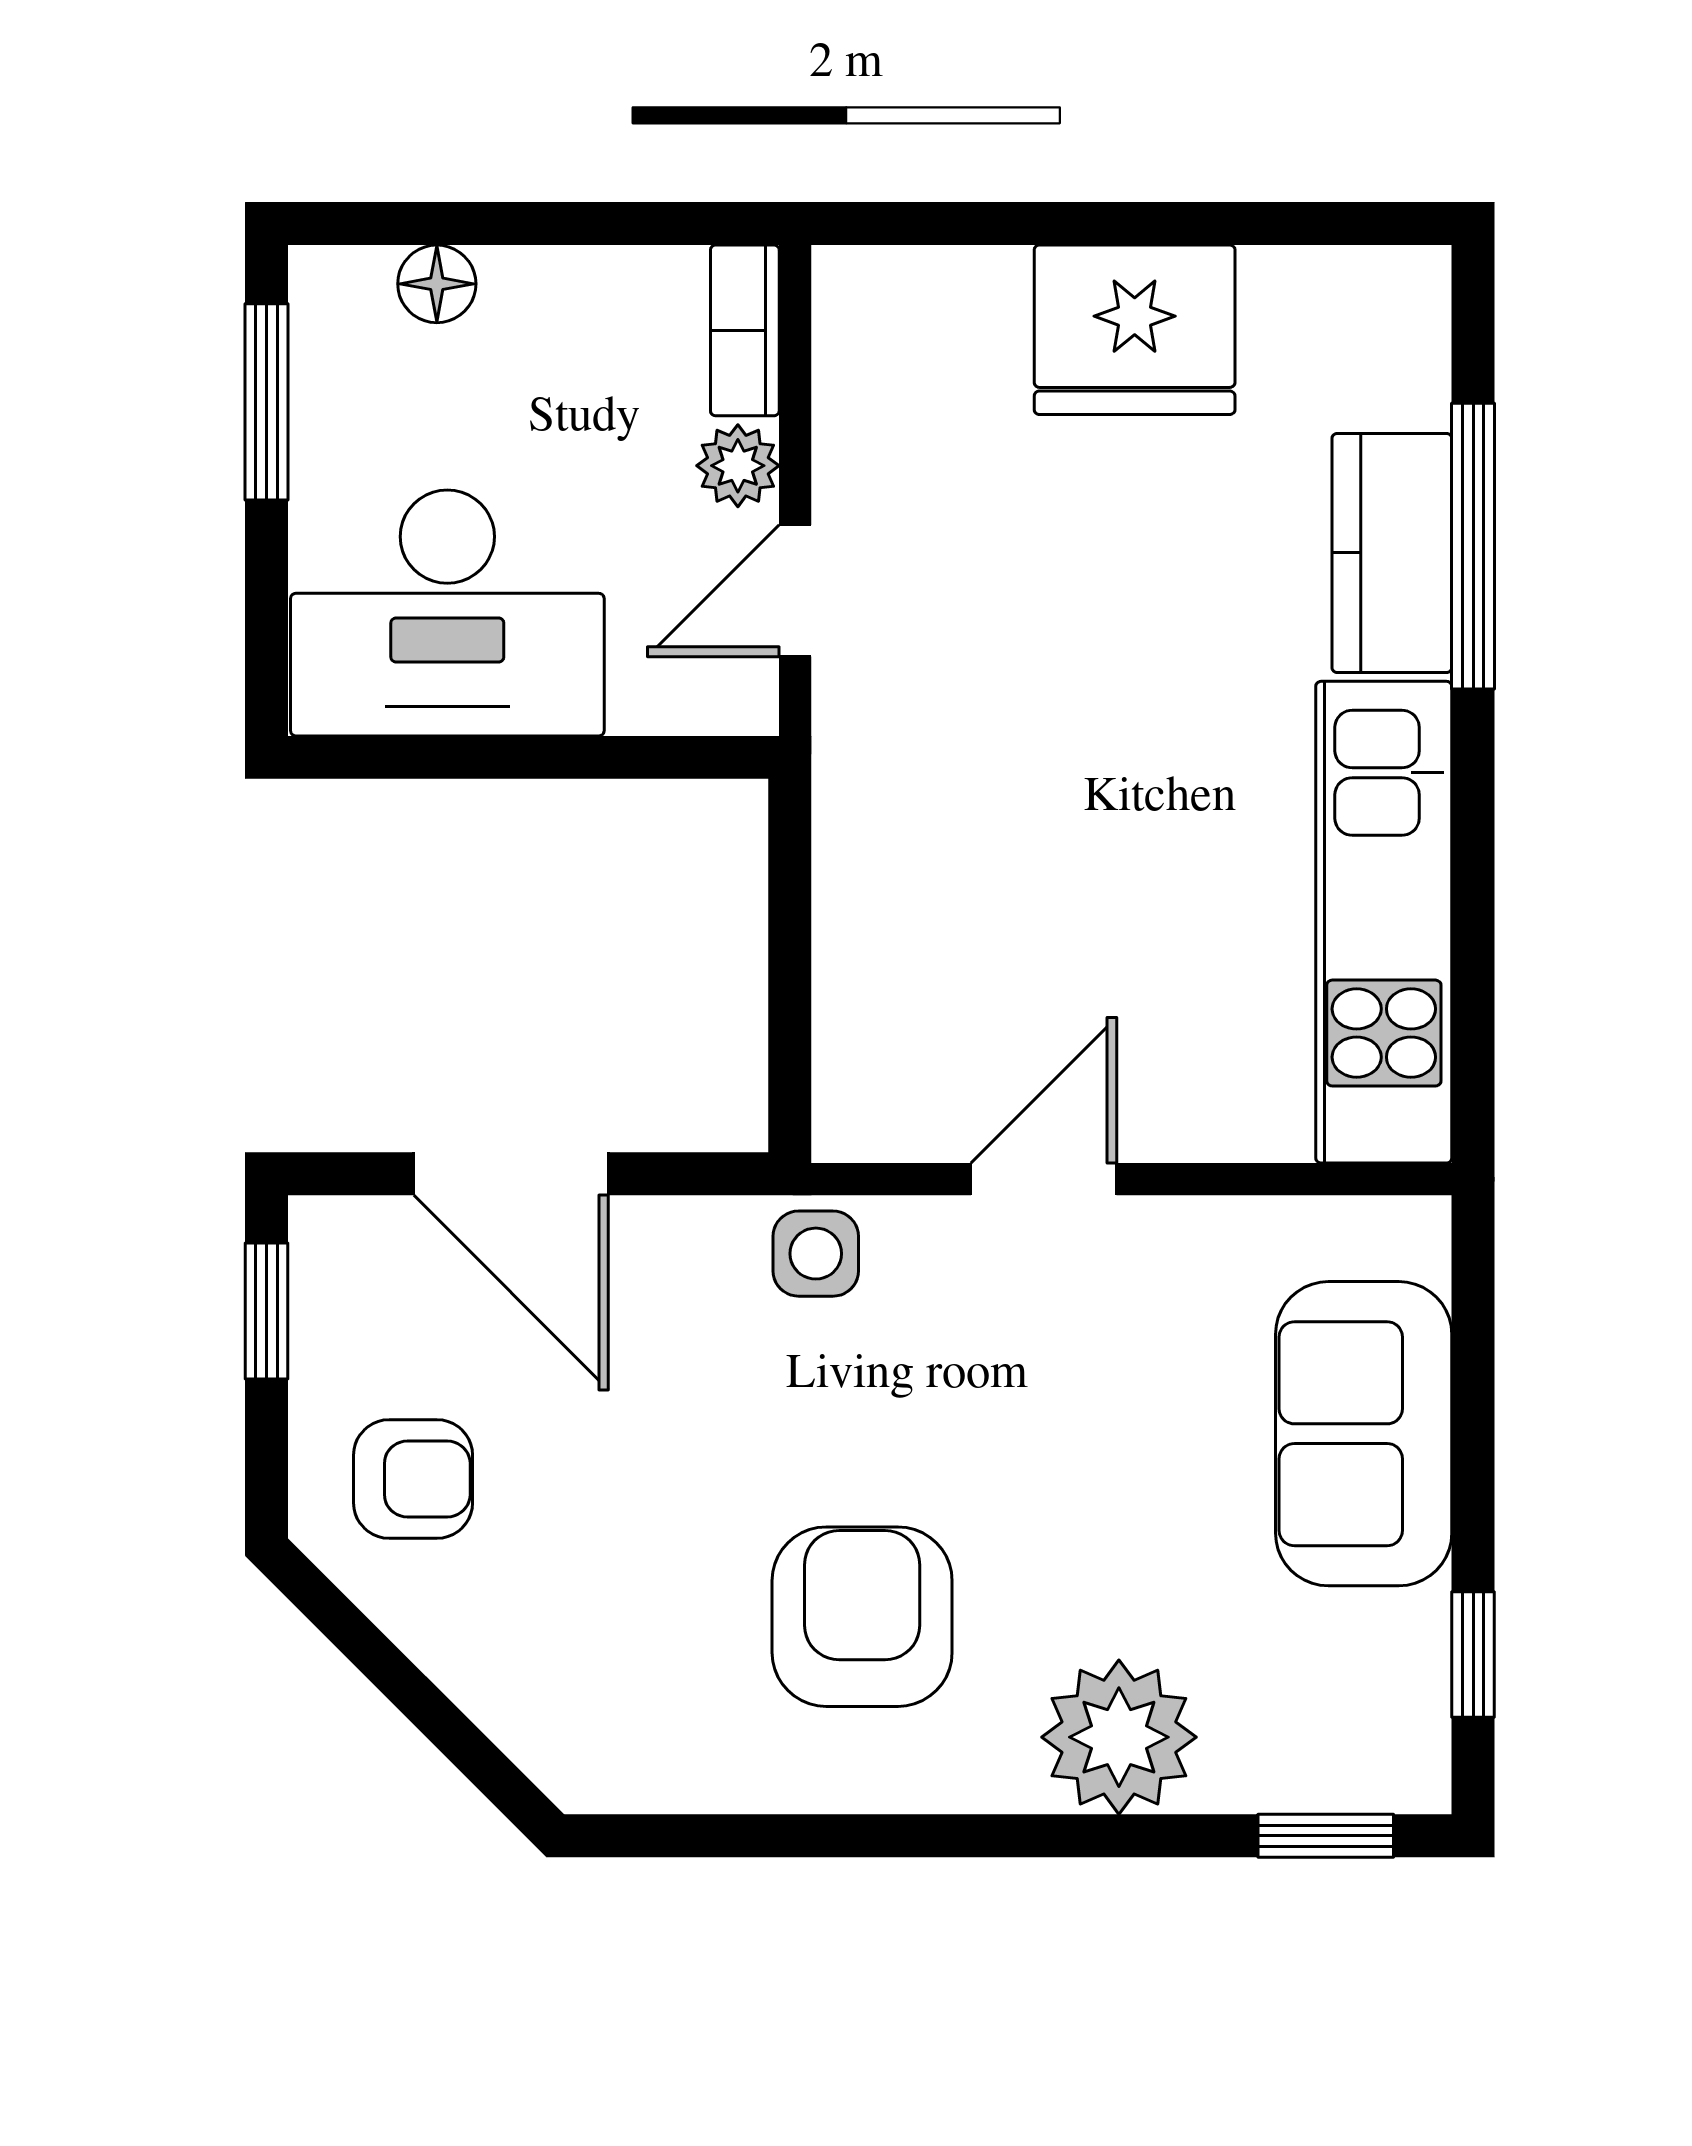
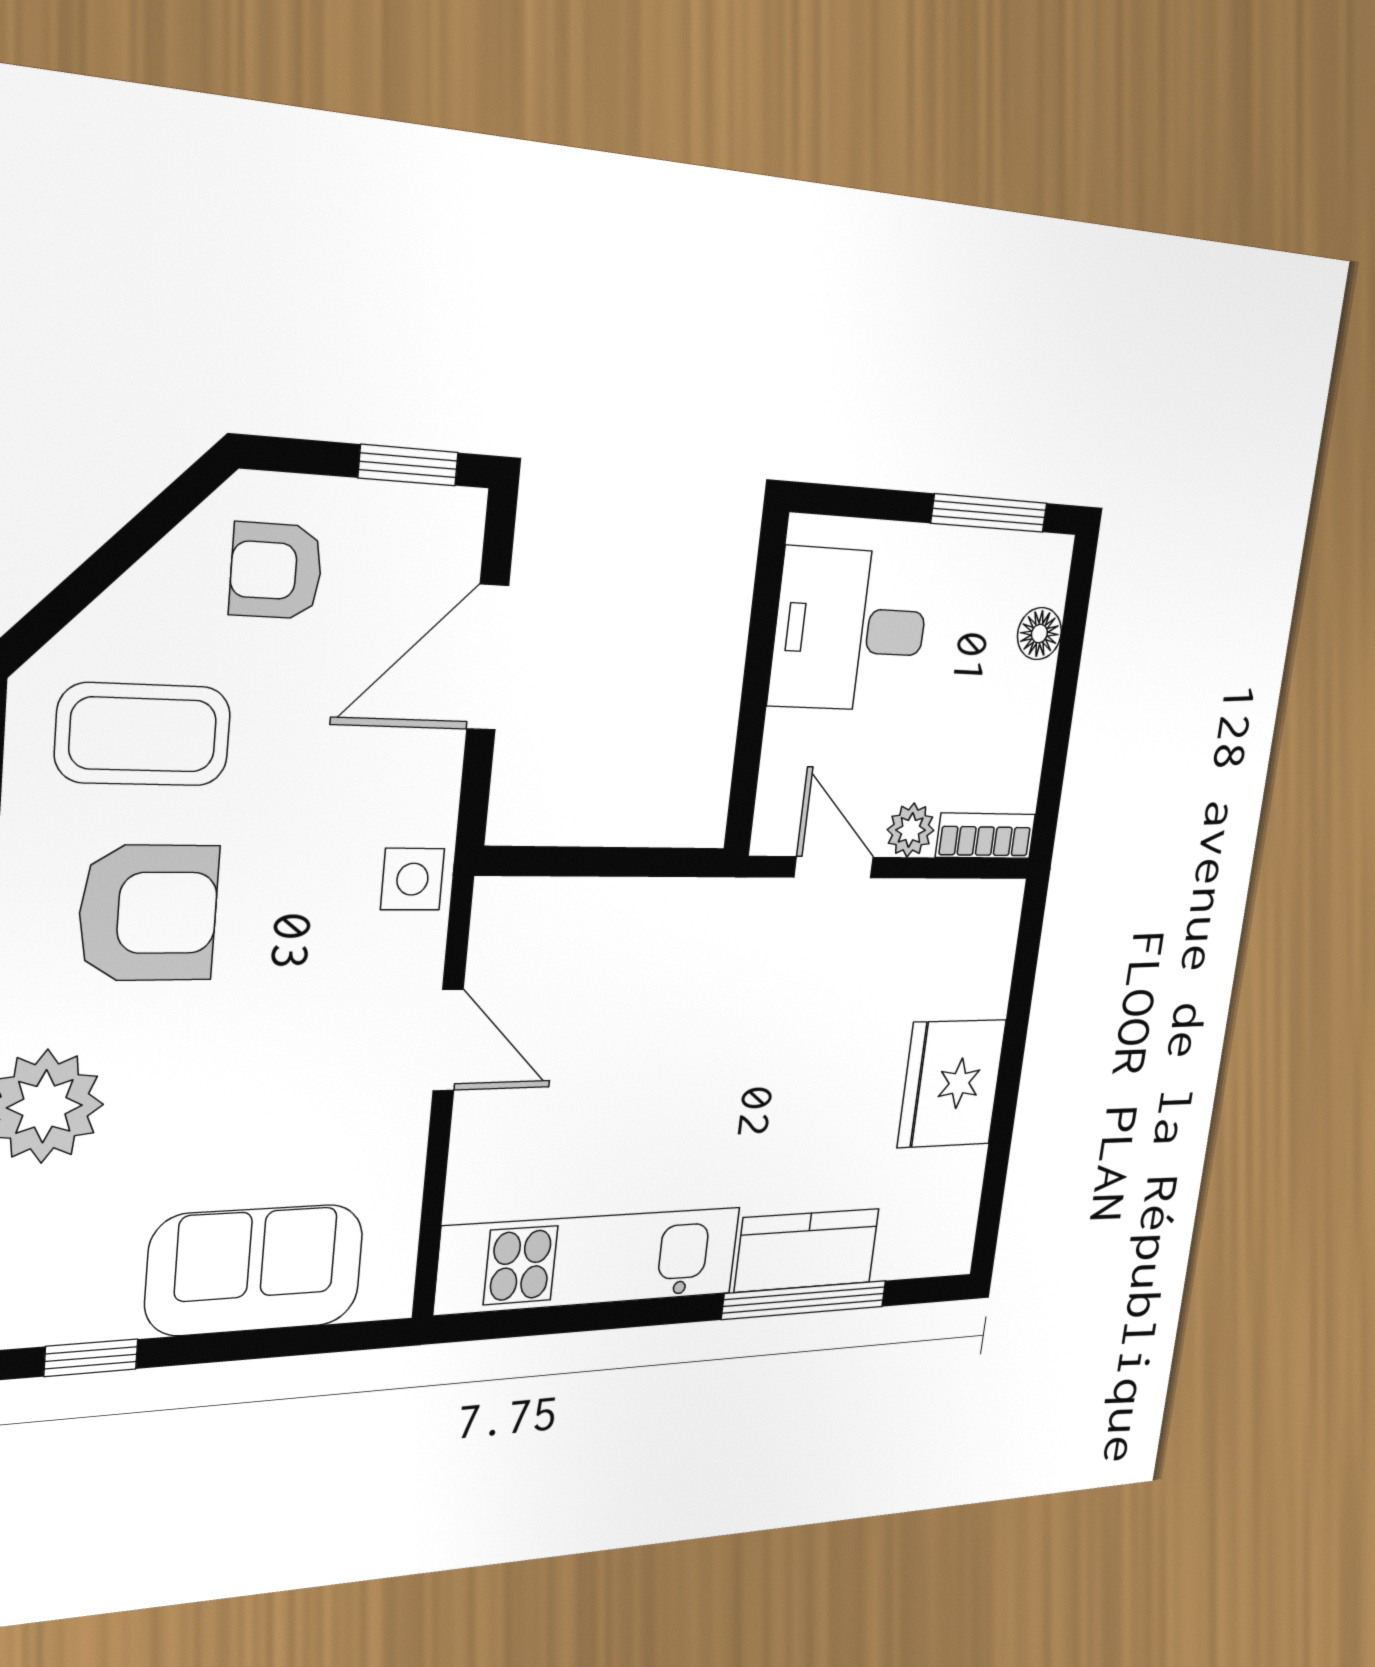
desk: (447, 613) -> (850, 630), width x0.73
armchair: (413, 1479) -> (276, 571), turned 90
coffee table: (630, 1639) -> (143, 735), added

